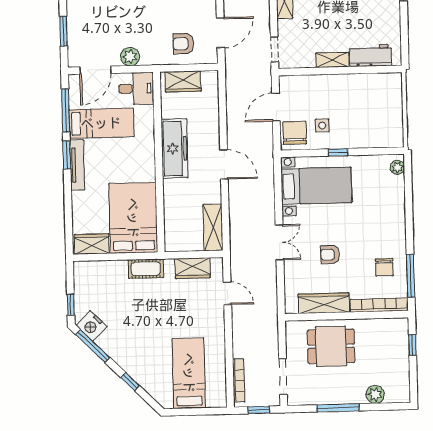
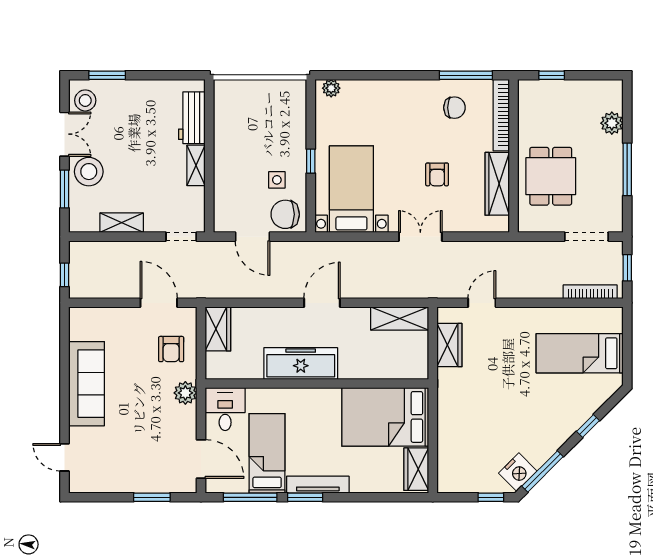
plant: (130, 57) -> (185, 393), moved
wardrobe: (183, 81) -> (218, 329), moved
cot: (146, 269) -> (449, 403), removed

